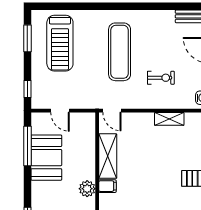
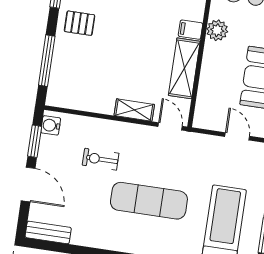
exercise mat: (120, 52) -> (149, 201), turned 90
shelving: (169, 119) -> (134, 110), moved

